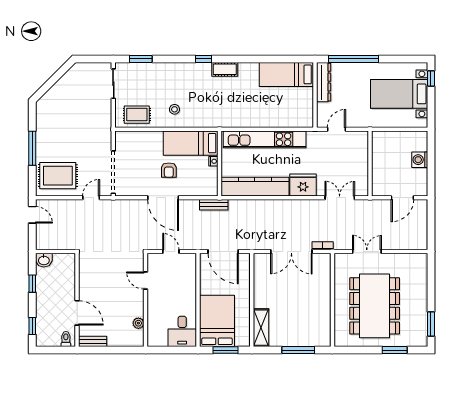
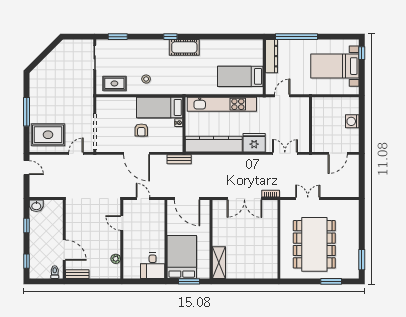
cot: (225, 69) -> (184, 47), width x1.37, depth x1.34
bed: (286, 74) -> (240, 76), moved
window: (298, 350) -> (250, 281), removed

